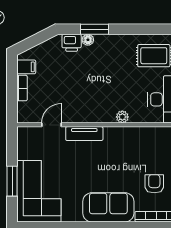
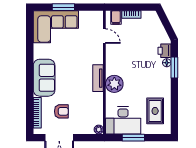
filing cabinet: (26, 67) -> (116, 18), moved
plant: (122, 117) -> (114, 84), width x1.88, depth x1.88
tv unit: (84, 134) -> (98, 78), moved

